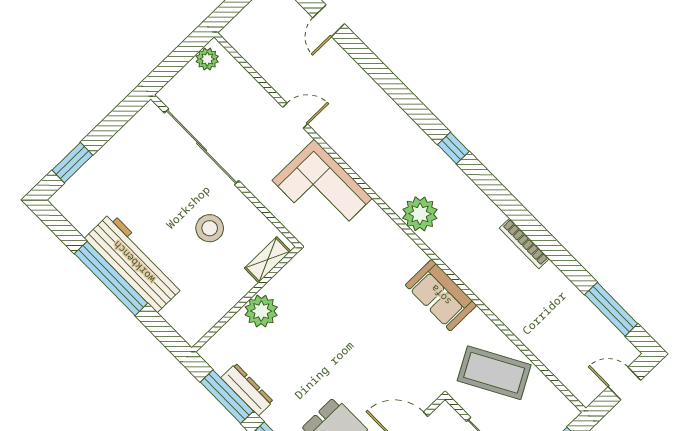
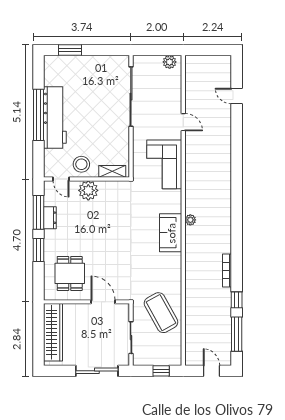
door: (329, 21) -> (237, 96), hinge flipped
window: (453, 148) -> (237, 300), moved
plant: (420, 214) -> (190, 220), width x0.53, depth x0.53
stool: (210, 228) -> (81, 164), moved
sofa: (441, 295) -> (171, 233), moved
door: (215, 330) -> (61, 179), added
dresser: (247, 390) -> (50, 218), width x0.70

